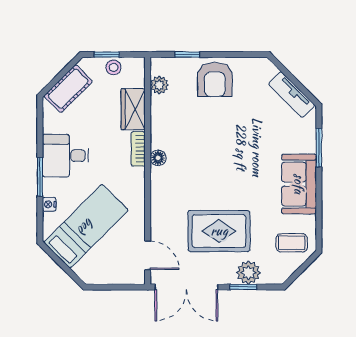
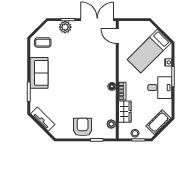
rug: (219, 231) -> (80, 49), removed

